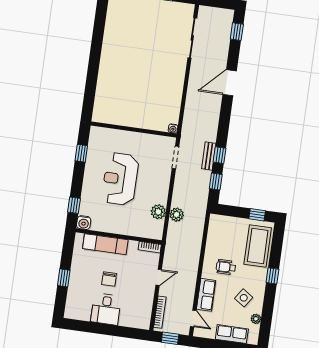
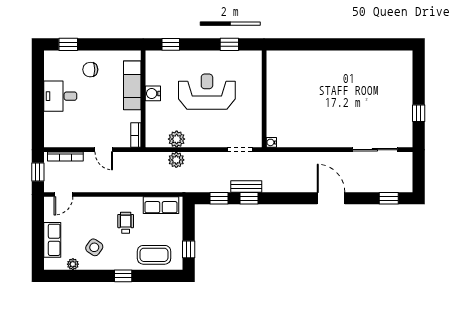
water cooler: (84, 223) -> (153, 93), moved
coffee table: (258, 246) -> (154, 255), width x0.73, depth x0.76
window: (64, 278) -> (68, 44), moved
chair: (109, 279) -> (90, 70), moved
row of seats: (206, 295) -> (161, 205), moved

